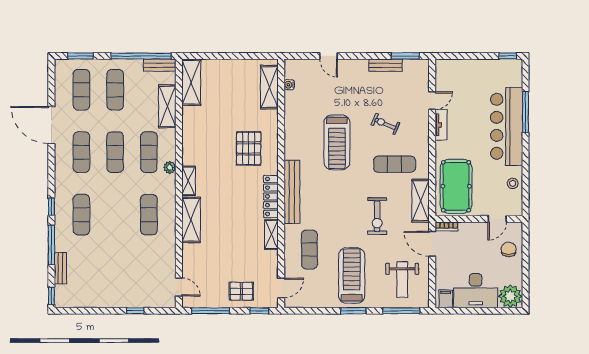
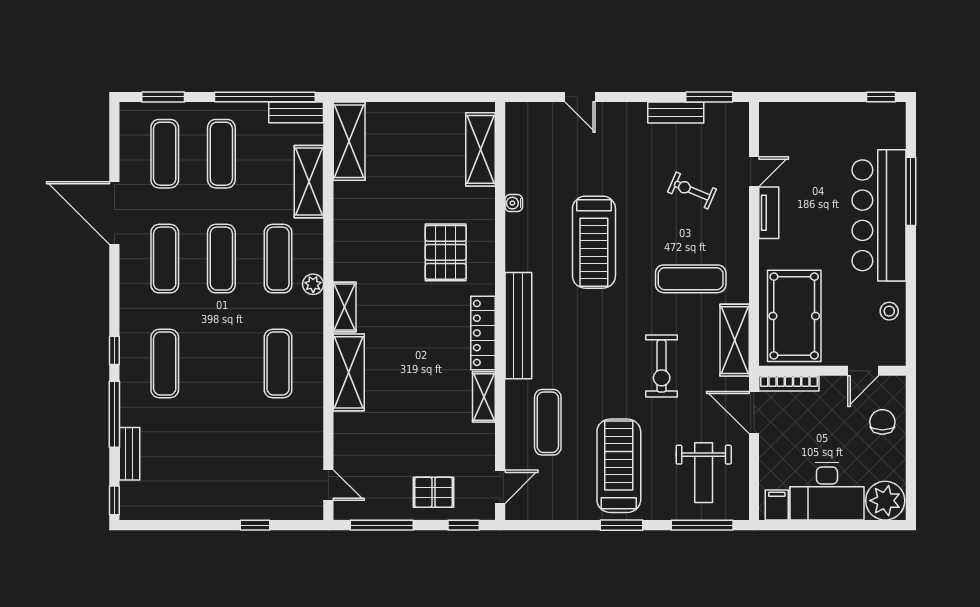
water cooler: (289, 85) -> (514, 203), moved
exercise bike: (385, 124) -> (692, 191), moved
bookcase: (447, 226) -> (789, 383), width x1.56

